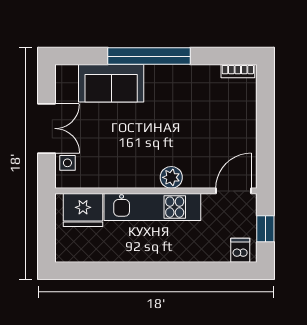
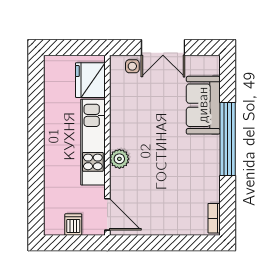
window: (265, 229) -> (74, 243), removed
dishwasher: (240, 250) -> (73, 225), moved, turned -90

